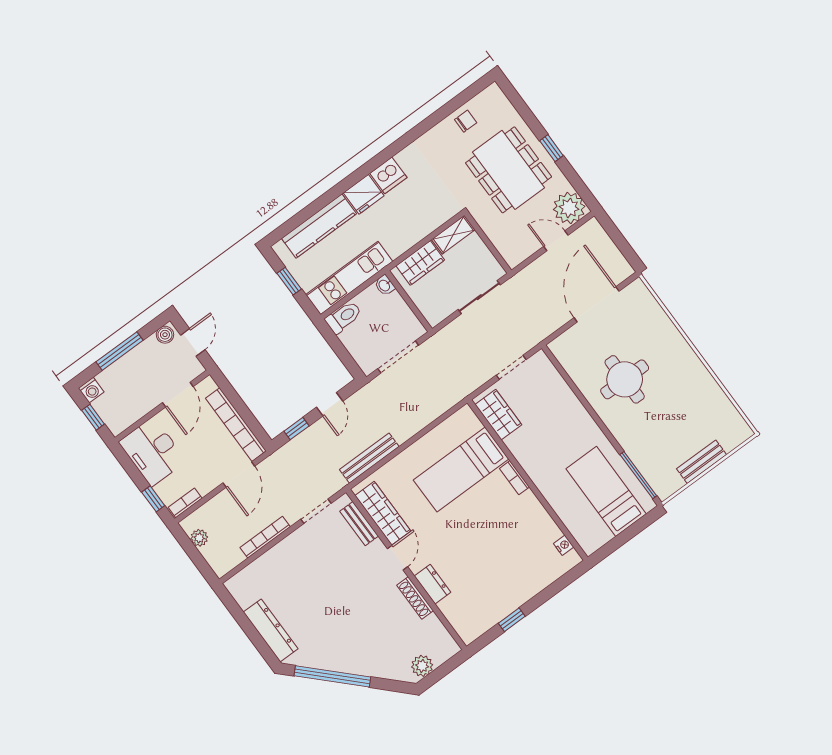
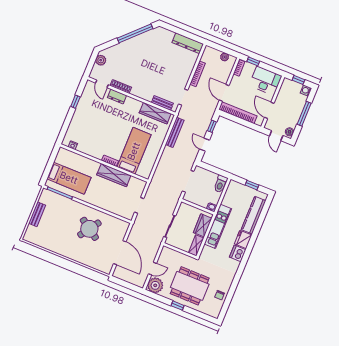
kitchen unit: (349, 278) -> (218, 226), moved
round table: (625, 379) -> (89, 229), turned 34
wardrobe: (498, 415) -> (114, 175), moved, width x1.50
door: (398, 558) -> (102, 84), moved
dresser: (271, 630) -> (188, 43), moved

